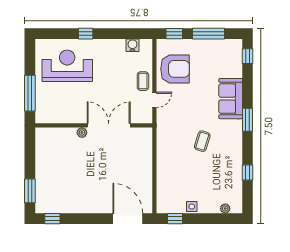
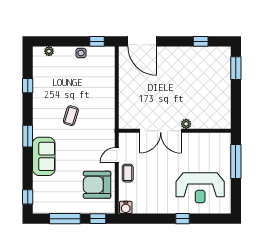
water cooler: (132, 45) -> (126, 207), moved
window: (52, 219) -> (201, 41), moved

